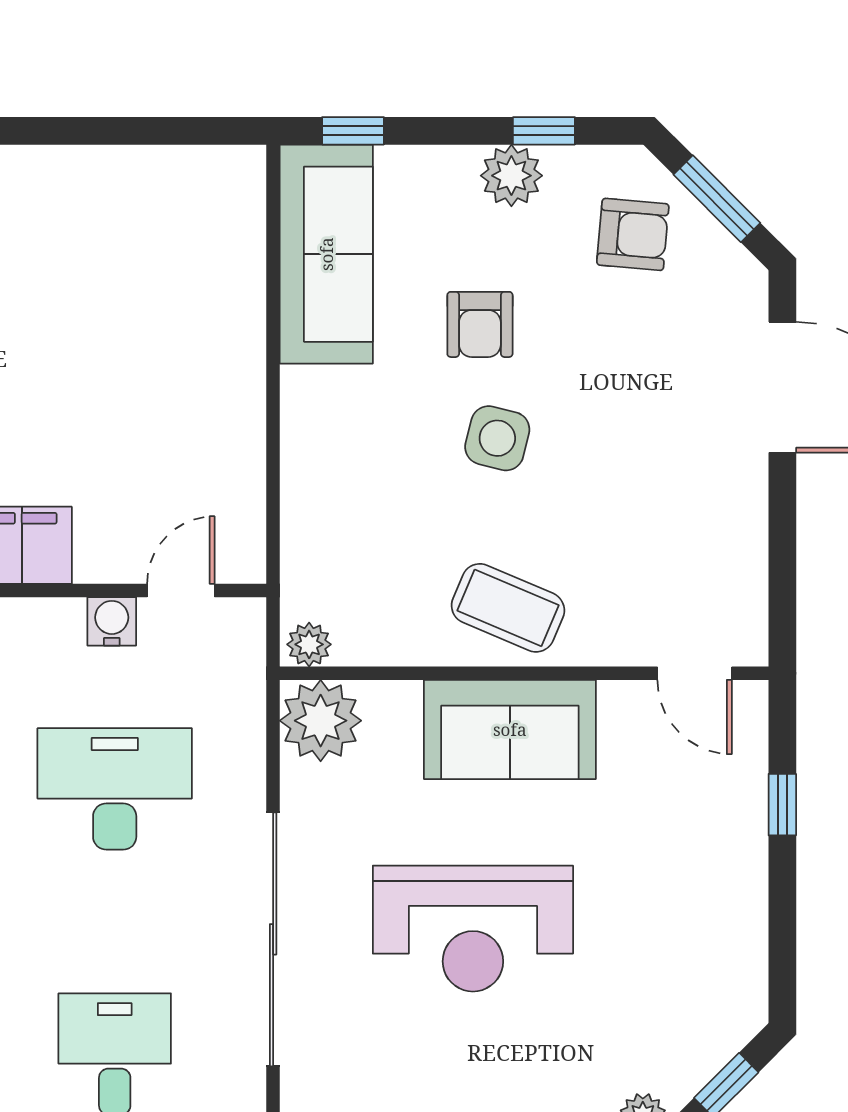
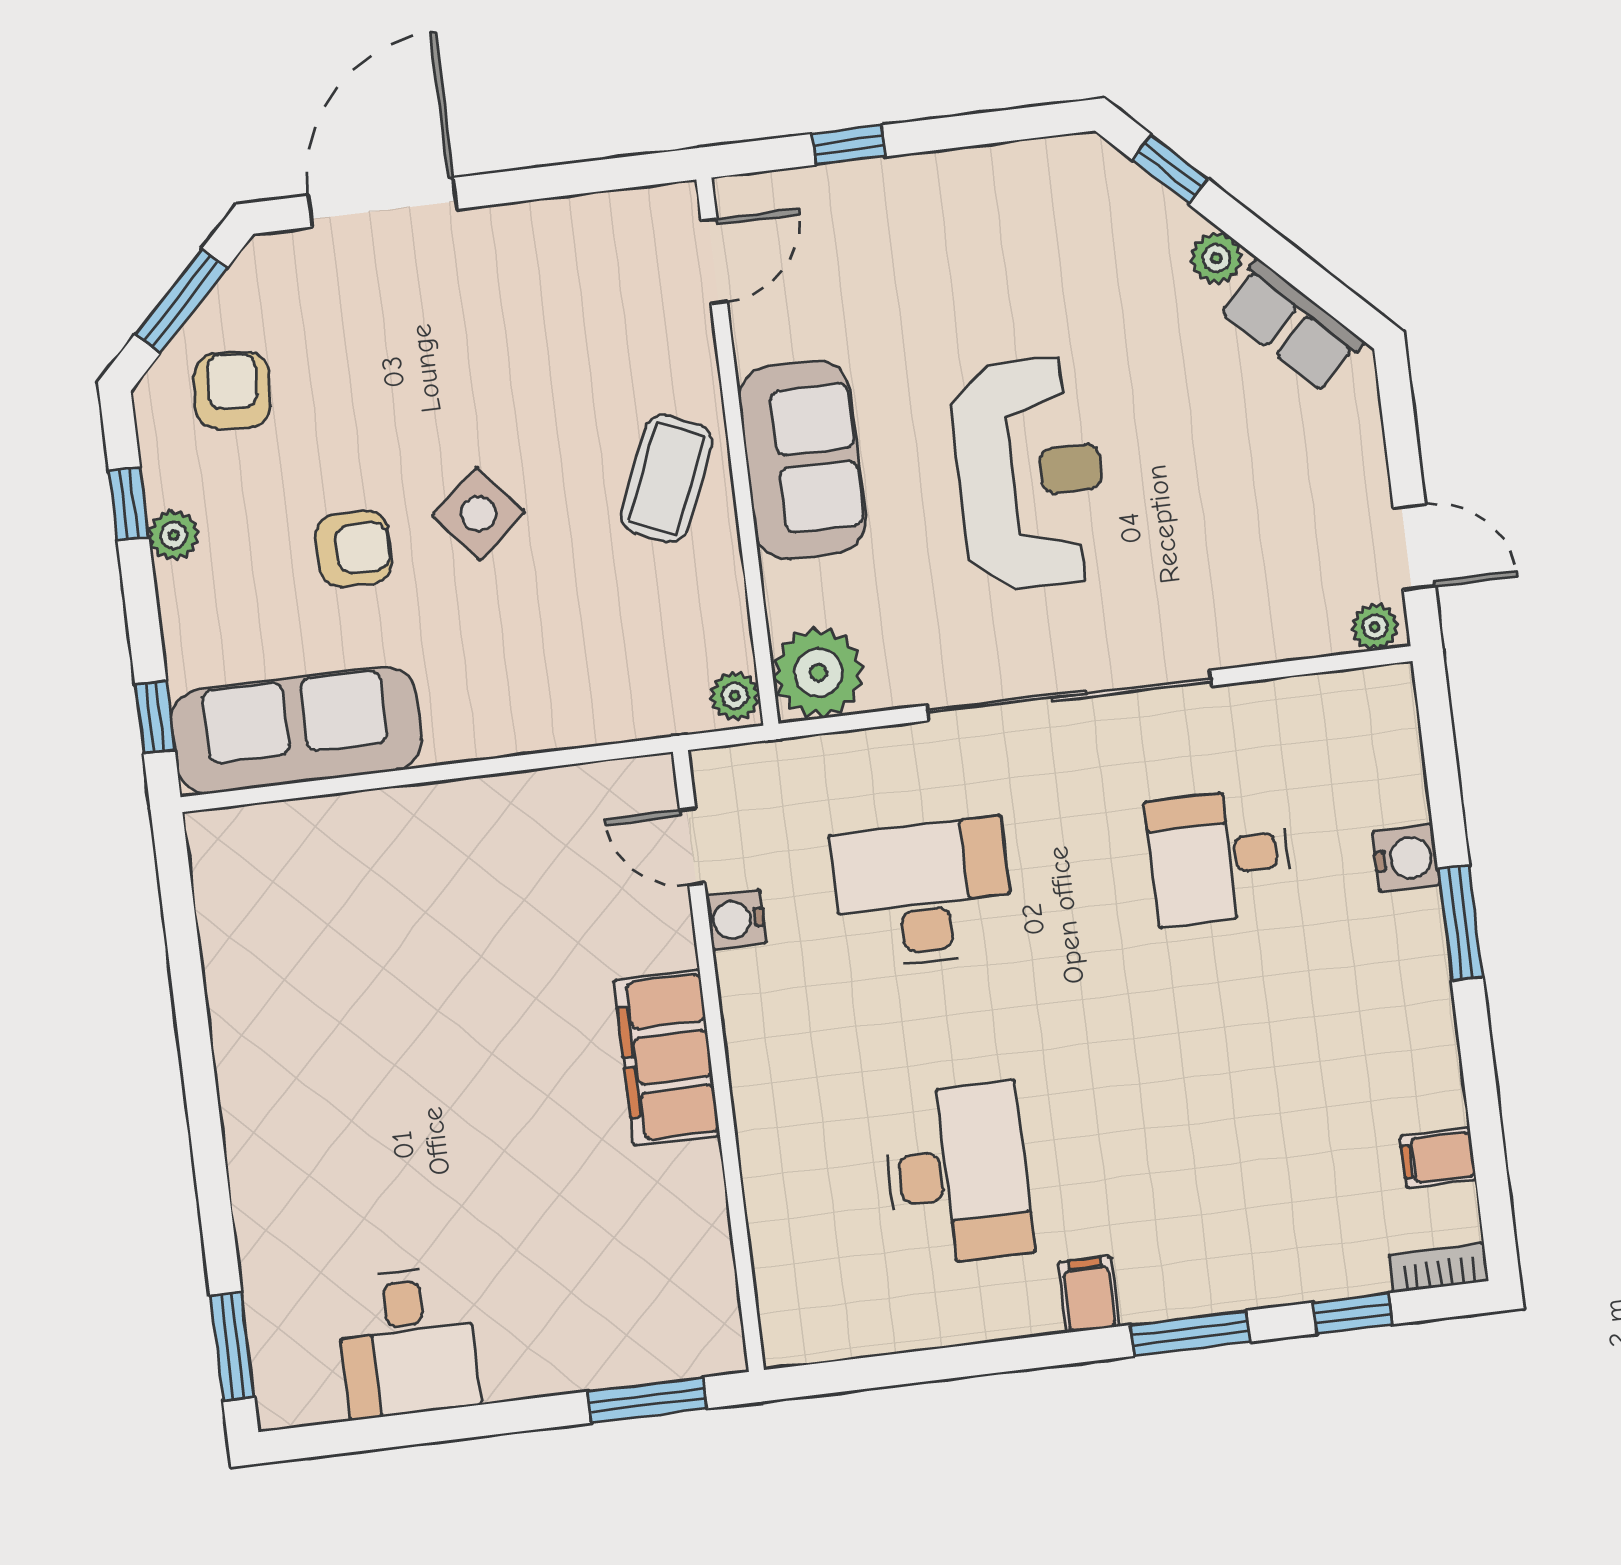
plant: (511, 176) -> (174, 535), width x0.73, depth x0.73
side table: (497, 438) -> (479, 514), turned 36
desk: (115, 789) -> (923, 893), turned 90

